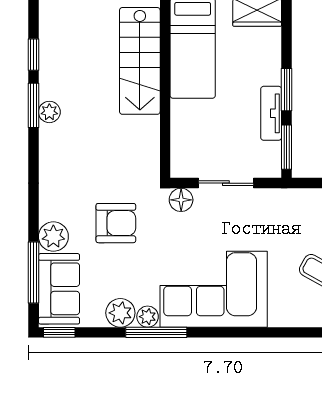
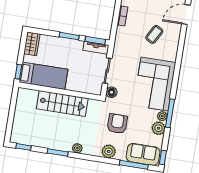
window: (33, 55) -> (23, 147), moved
stairs: (140, 61) -> (62, 104), moved
plant: (49, 112) -> (77, 148), moved
tv unit: (271, 113) -> (96, 48), moved
plant: (53, 237) -> (109, 151), moved

